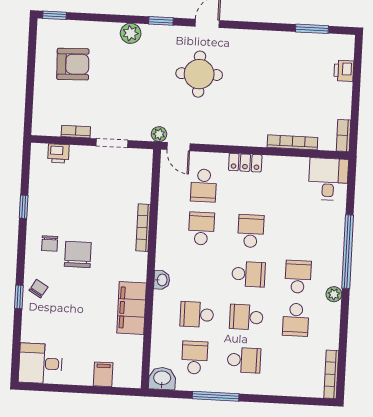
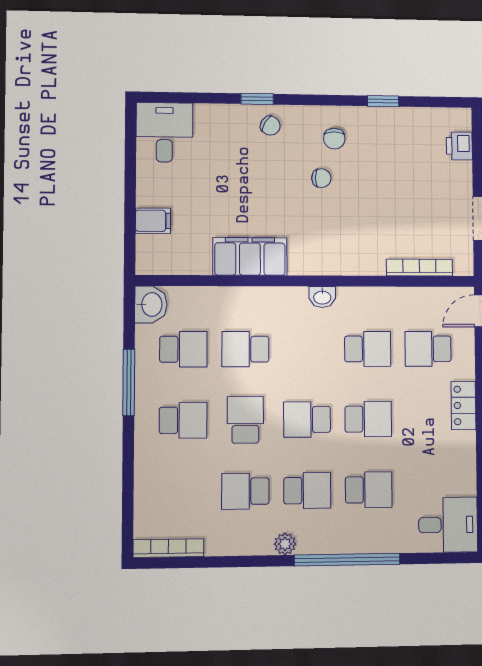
bookcase: (143, 228) -> (419, 268), moved
school desk: (300, 234) -> (369, 490), added
chair: (50, 244) -> (334, 139), turned -90
chair: (78, 254) -> (321, 178), width x0.54, depth x0.54
school desk: (249, 274) -> (307, 419), turned 90
washbasin: (162, 280) -> (322, 297), moved
school desk: (197, 315) -> (245, 349), turned -90
school desk: (244, 360) -> (183, 420), turned -90

